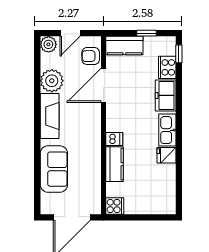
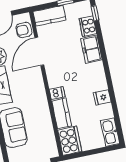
kitchen sink: (167, 130) -> (110, 132), moved
cooker: (115, 206) -> (70, 141), width x1.87, depth x1.31

